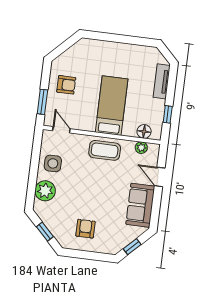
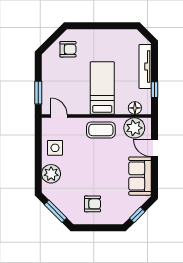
tv unit: (162, 81) -> (145, 66), width x1.41
armchair: (66, 85) -> (68, 49), moved
plant: (141, 148) -> (134, 128), width x1.87, depth x1.87
armchair: (85, 229) -> (92, 204), turned 90
window: (45, 232) -> (56, 211), width x1.50

